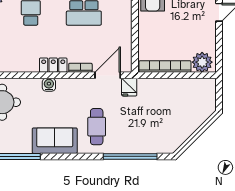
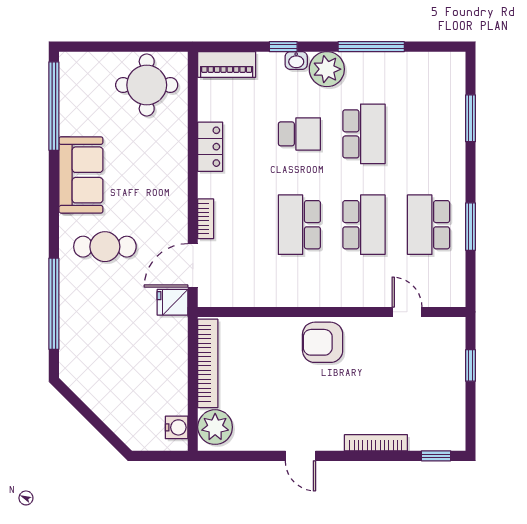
locker: (53, 65) -> (210, 147), moved
door: (108, 75) -> (193, 265), swing flipped
water cooler: (49, 85) -> (177, 427), moved

